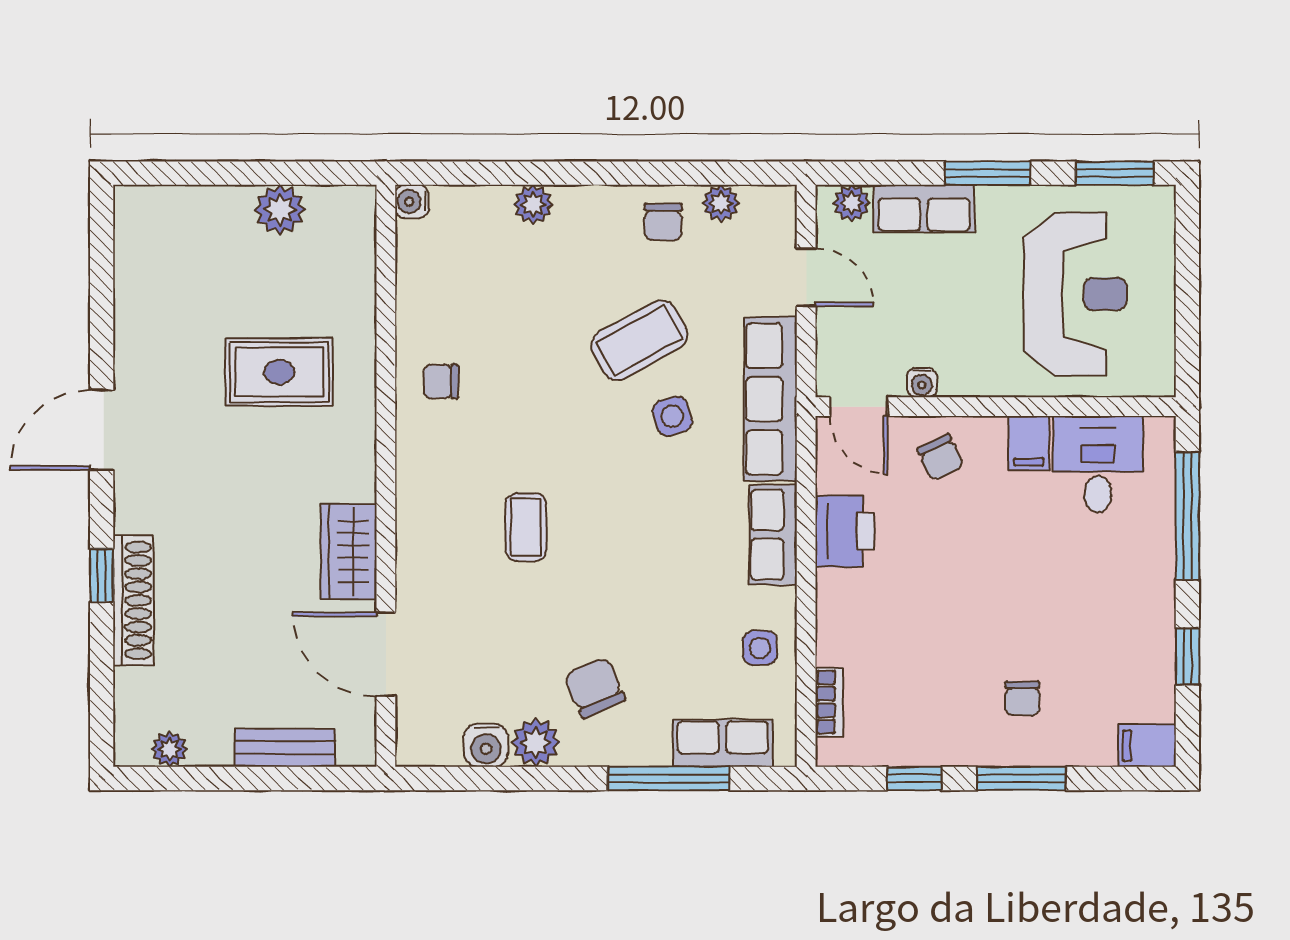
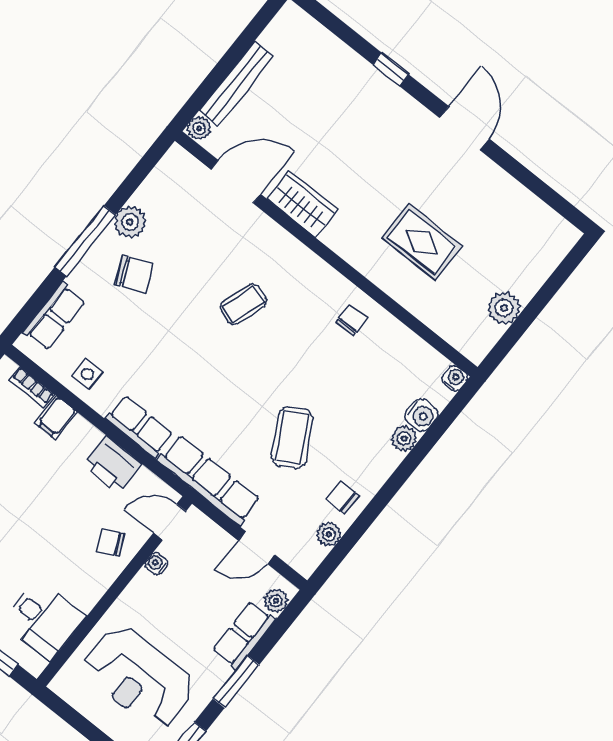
rug: (279, 372) -> (422, 242), turned 90
side table: (672, 416) -> (240, 423), removed
filing cabinet: (1029, 443) -> (56, 418), moved, turned -90
coffee table: (526, 527) -> (243, 304), turned -71
shoe rack: (133, 600) -> (365, 75), removed
water cooler: (486, 745) -> (421, 415), moved, turned 180
bench: (285, 748) -> (236, 83), width x1.36
plant: (169, 749) -> (199, 128), moved
window: (669, 778) -> (85, 241), moved

